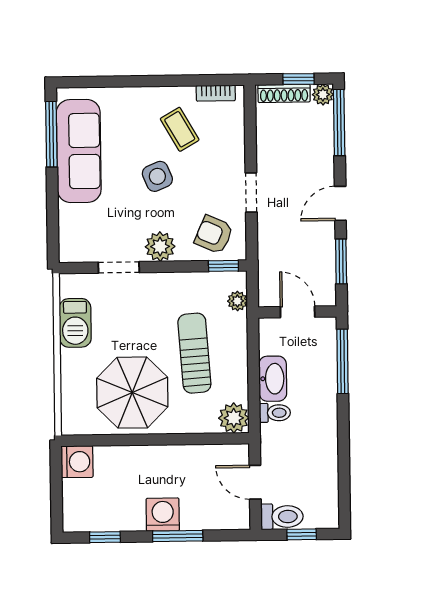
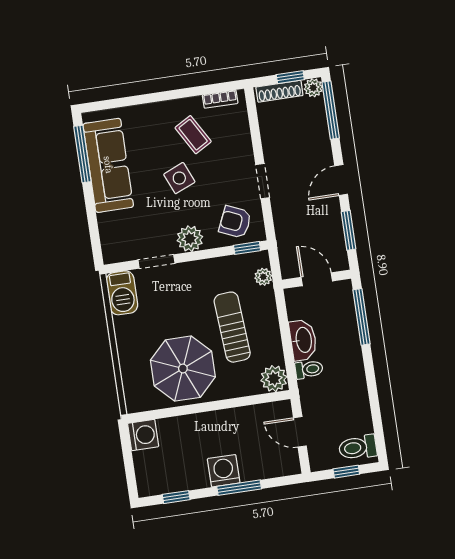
barbecue: (75, 323) -> (122, 293), moved
toilet: (282, 517) -> (358, 447), moved, turned 180

